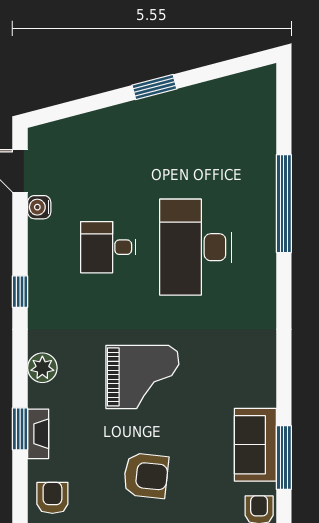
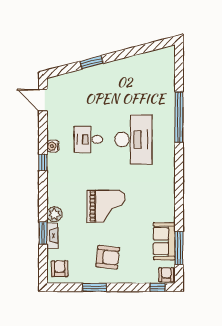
window: (154, 87) -> (92, 62), moved
water cooler: (39, 207) -> (53, 146), moved
desk: (196, 247) -> (133, 139), turned 180
plant: (42, 368) -> (54, 214), moved

